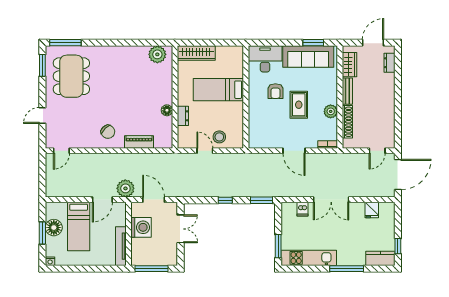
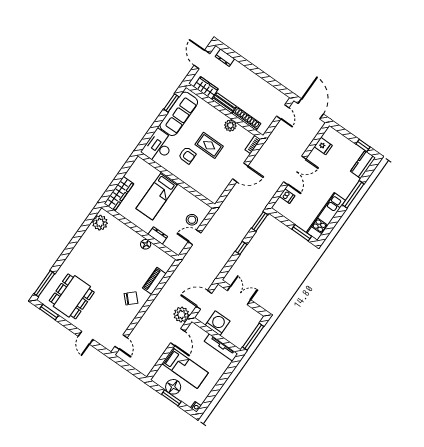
dining table: (71, 76) -> (72, 296), turned 90

